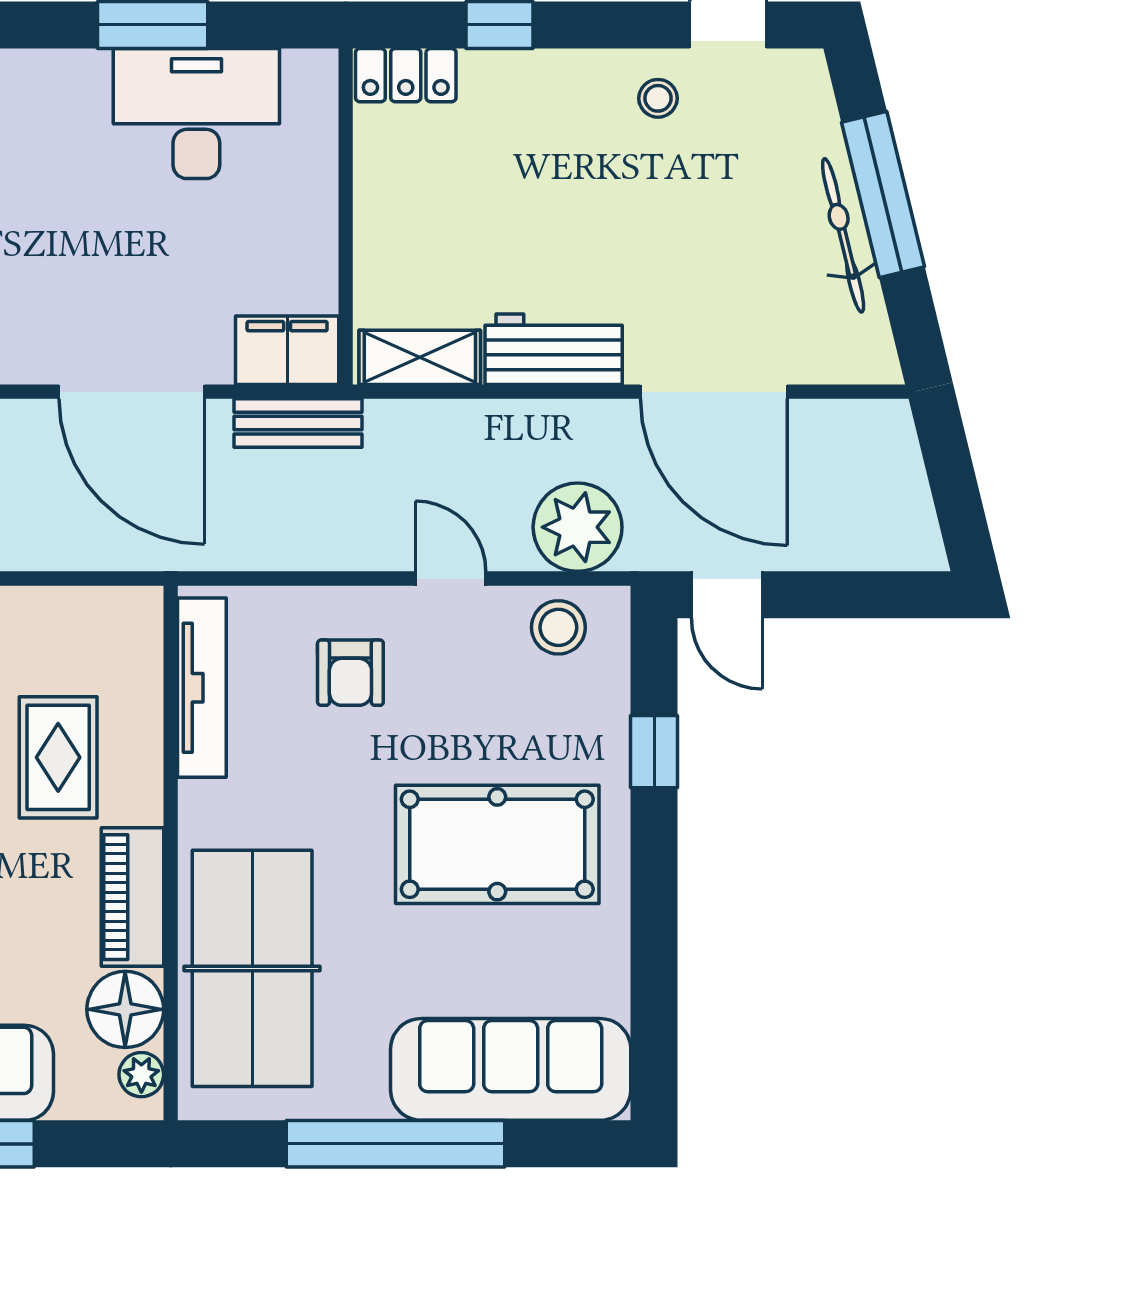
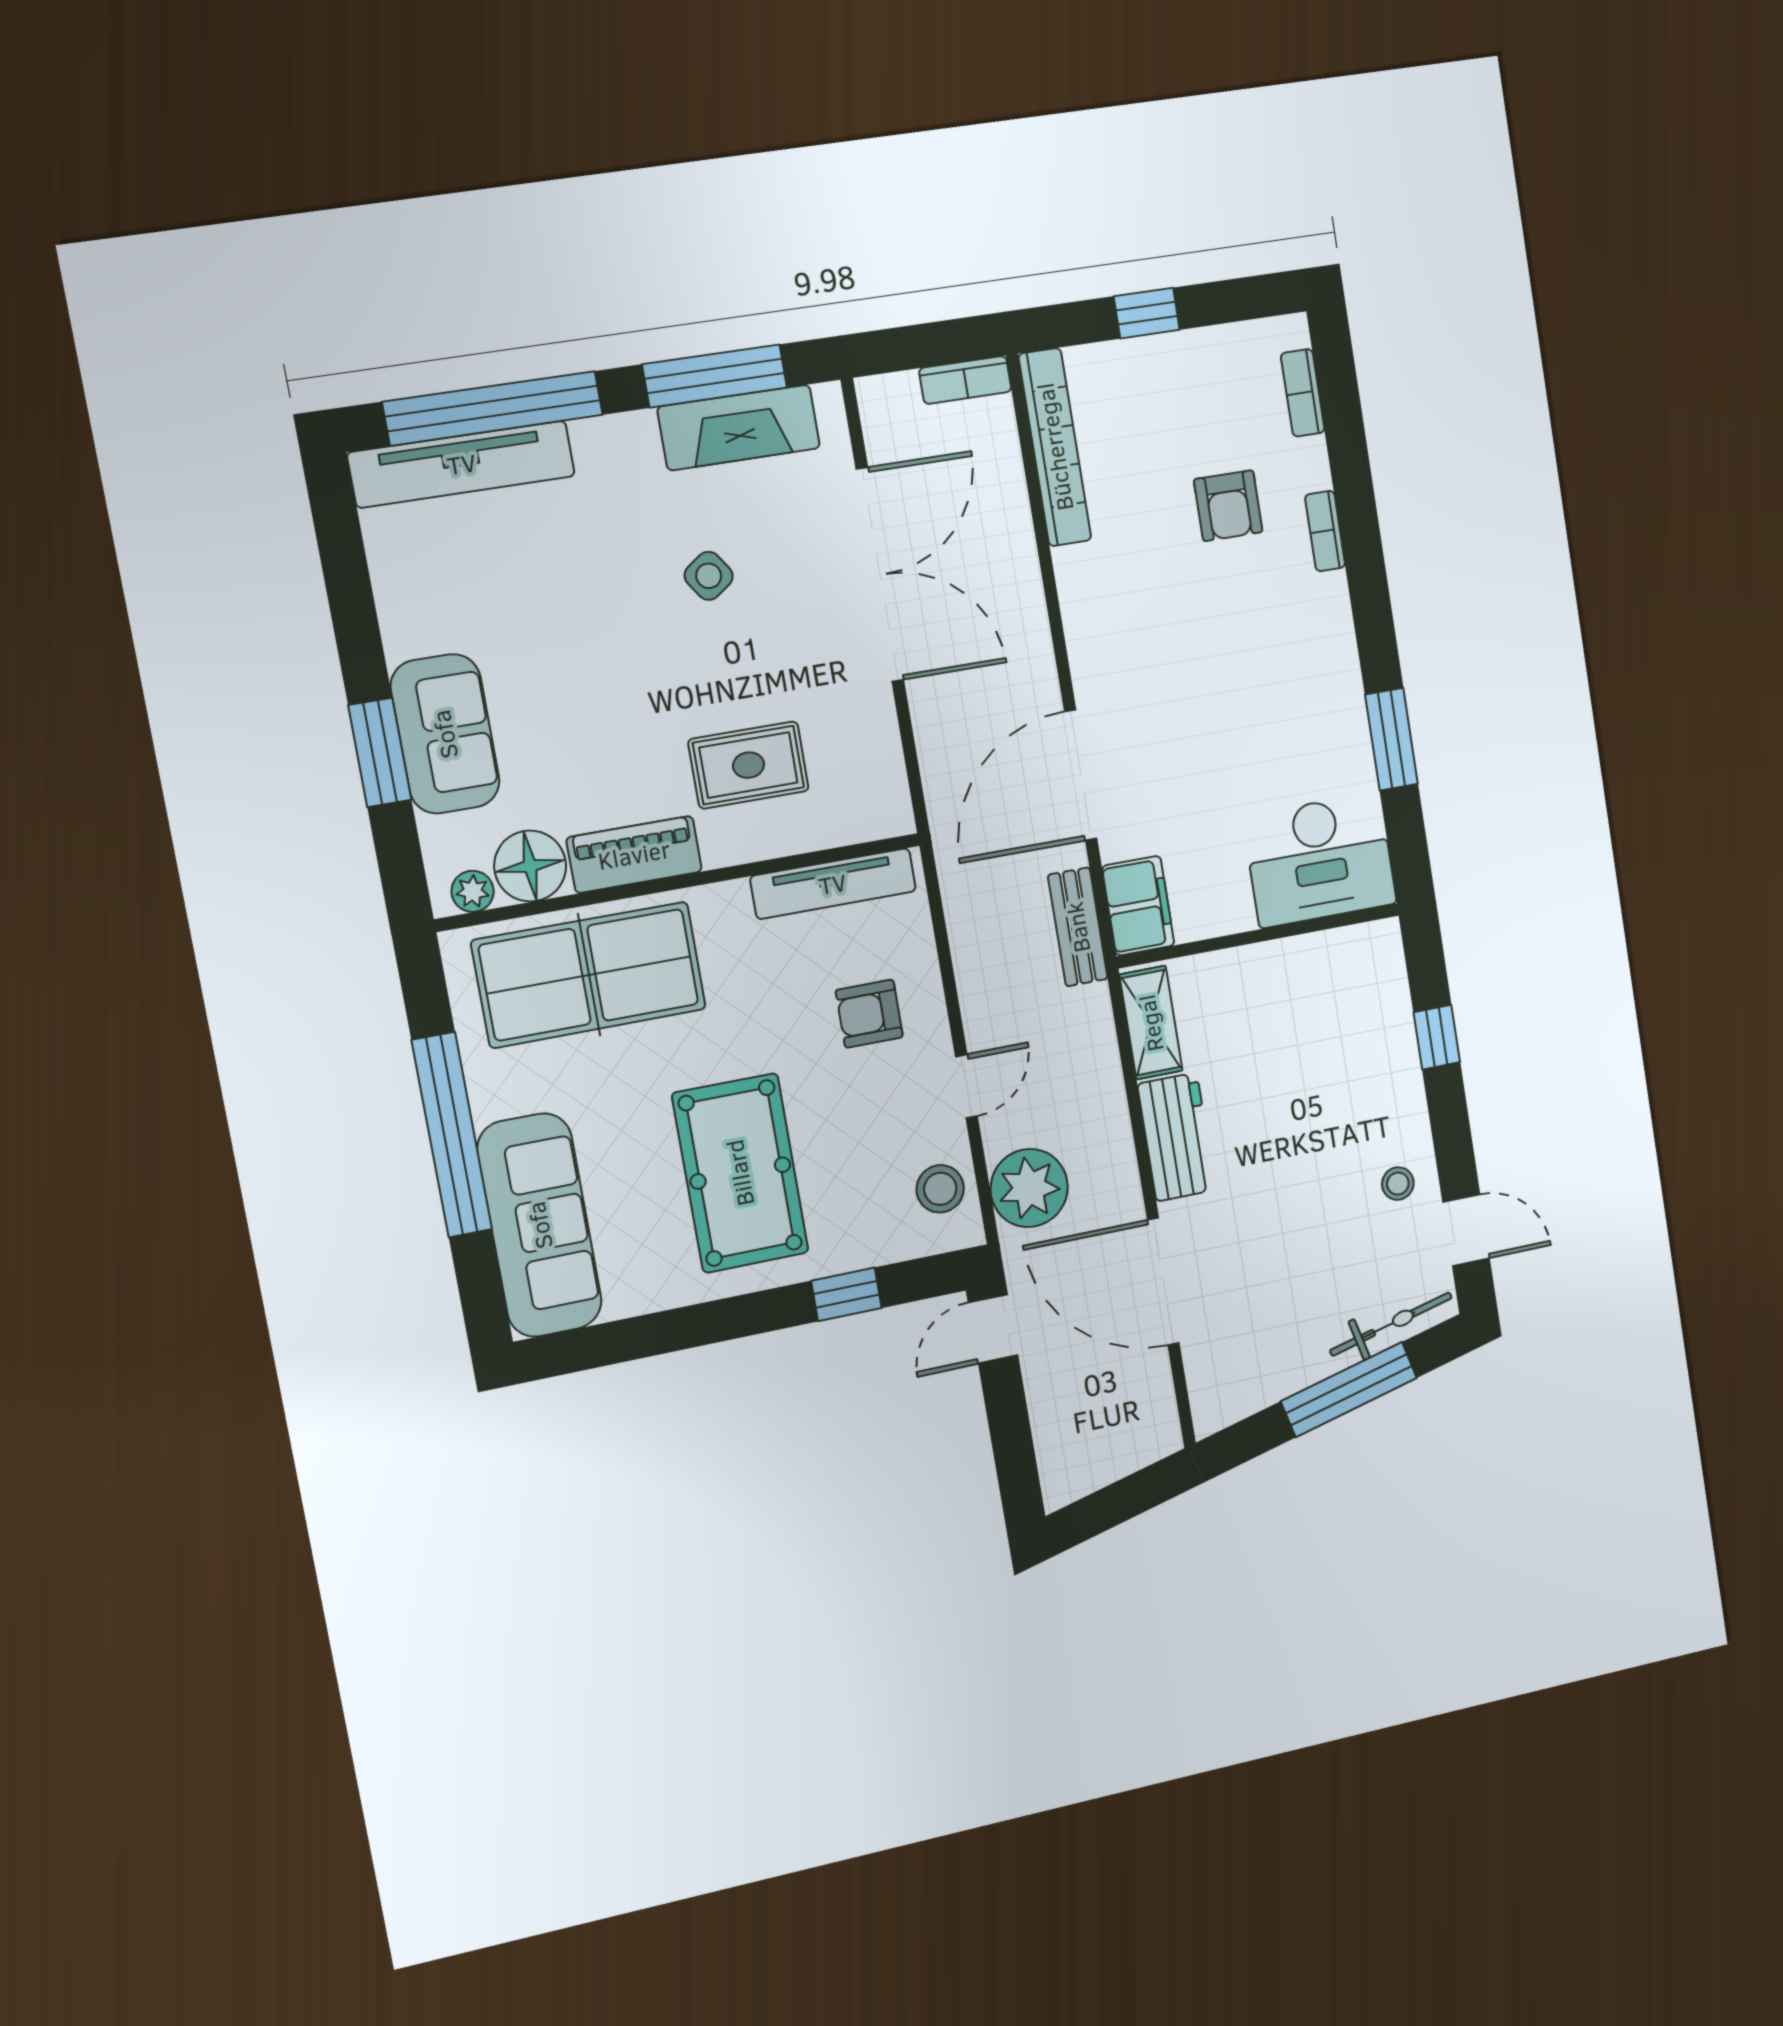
locker: (406, 75) -> (1384, 965), removed
desk: (196, 113) -> (1320, 860), moved, turned 90
bicycle: (843, 235) -> (1391, 1324), moved
door: (714, 392) -> (1163, 1282), hinge flipped

